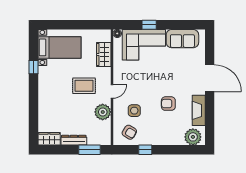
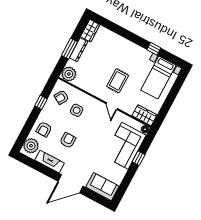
sofa: (182, 39) -> (102, 187), moved, turned 90
wardrobe: (104, 54) -> (144, 115), moved
door: (112, 91) -> (112, 106), moved
plant: (103, 112) -> (69, 74), moved
armchair: (170, 133) -> (44, 129), added
window: (89, 150) -> (70, 49), moved

